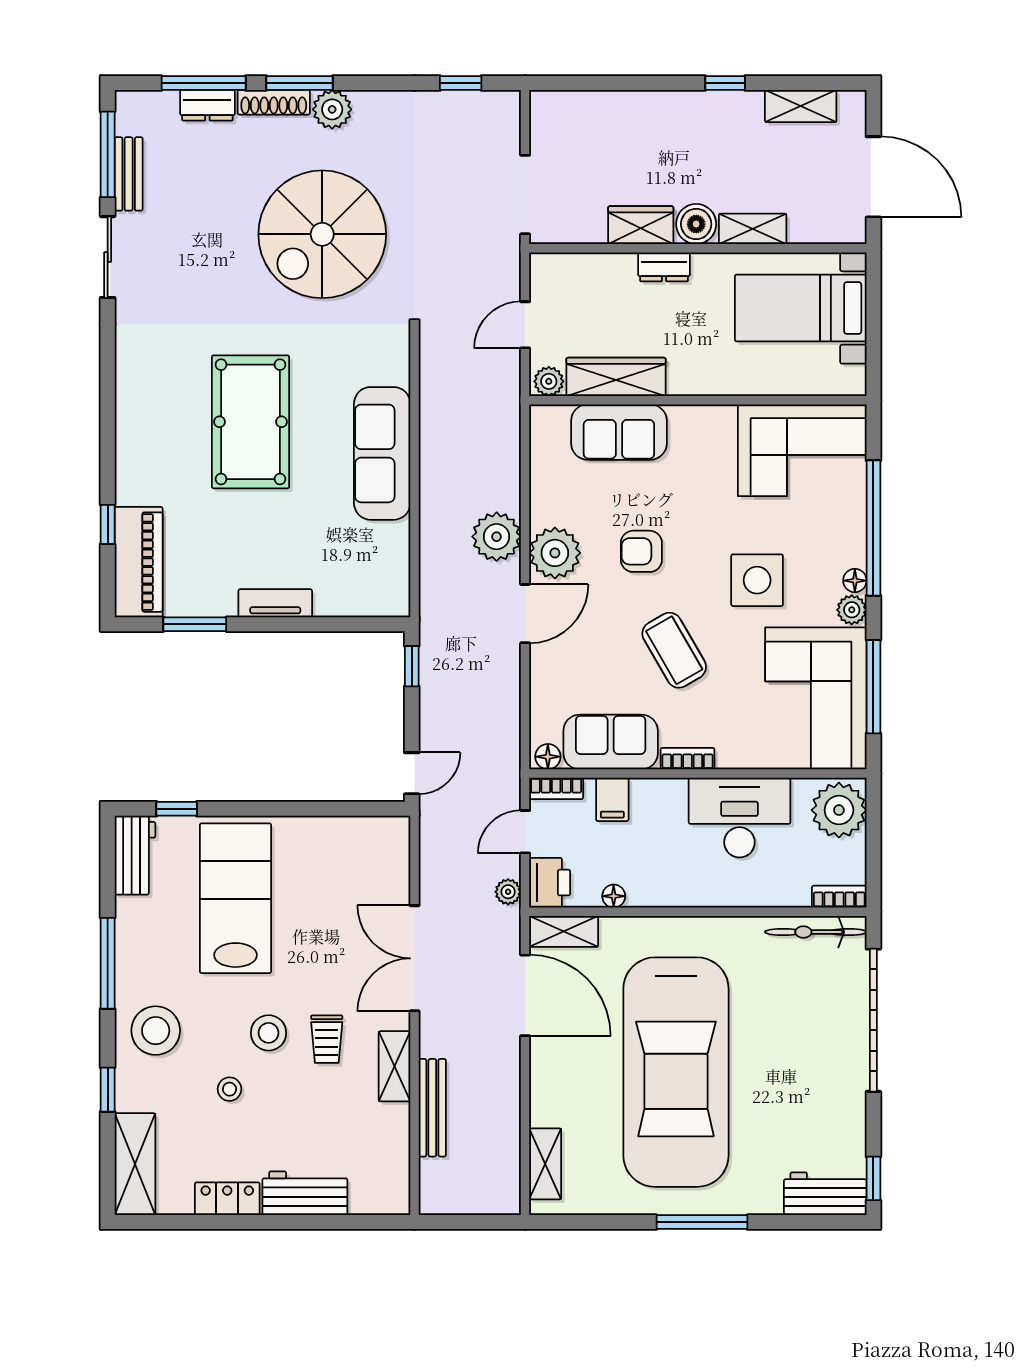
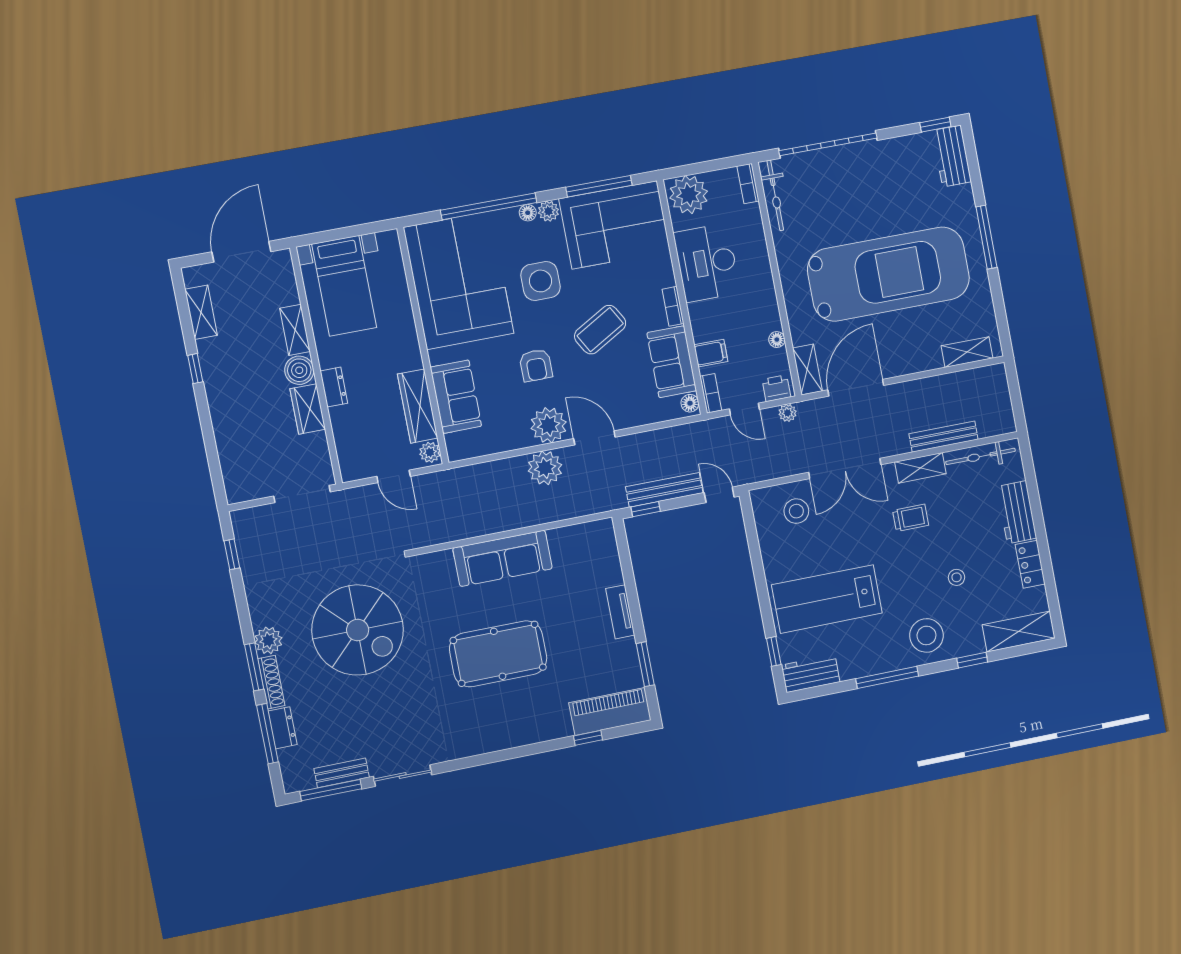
corner sofa: (802, 450) -> (459, 280), width x1.36, depth x1.36
bench: (434, 697) -> (664, 490), added
printer: (550, 883) -> (776, 388), width x0.73, depth x0.81
stool: (269, 1033) -> (796, 511), moved
bicycle: (394, 1156) -> (981, 456), added

